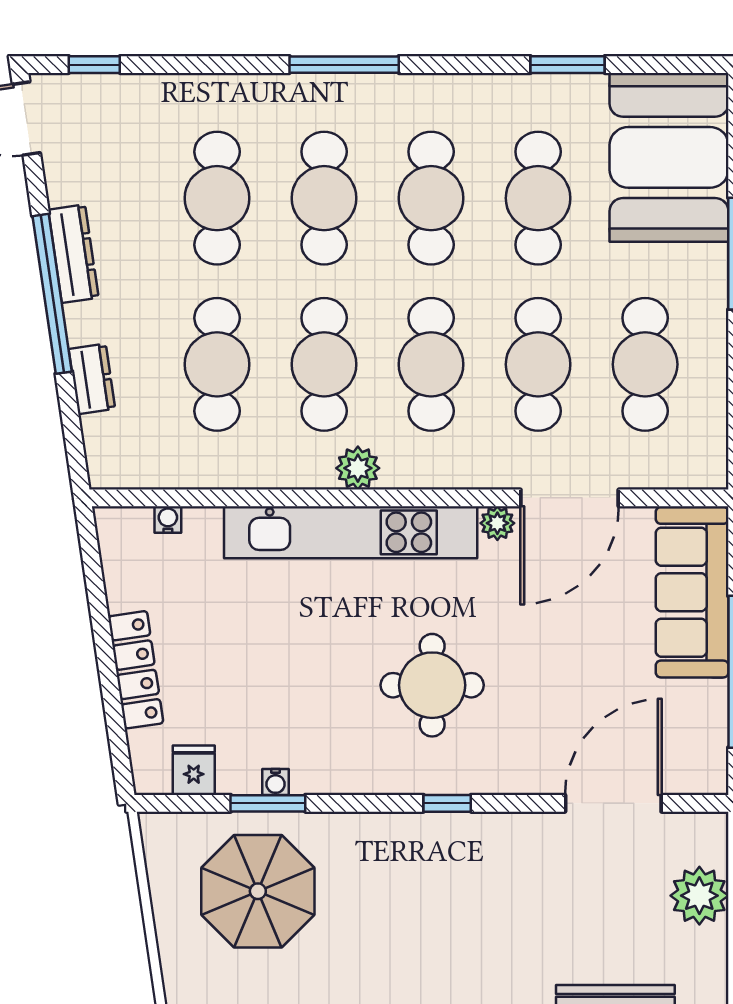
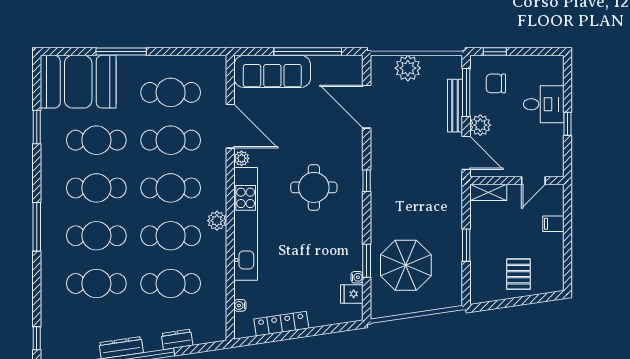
locker: (136, 670) -> (281, 324), moved
water cooler: (276, 782) -> (357, 277), moved

